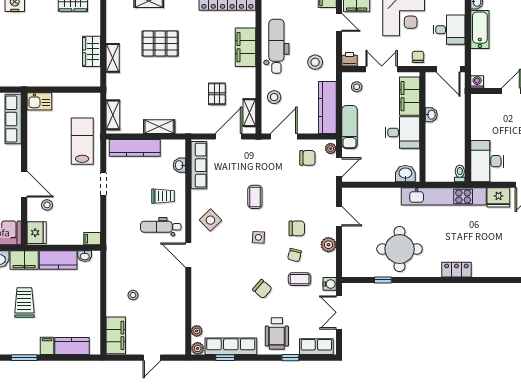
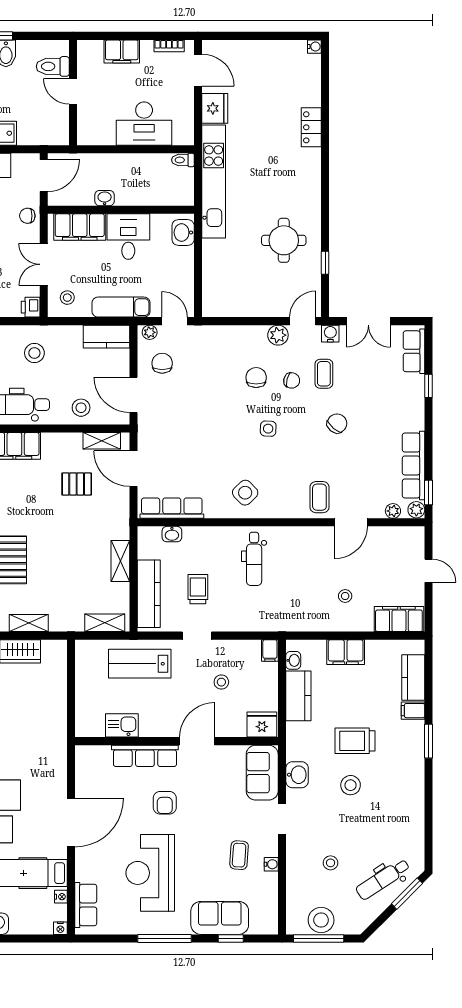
washing machine: (477, 82) -> (61, 137), removed
kitchen sink: (39, 101) -> (122, 725), moved, turned -90
kitchen counter: (327, 107) -> (106, 337), width x0.67
row of seats: (13, 119) -> (145, 756), moved
desk: (487, 161) -> (144, 124), moved
trolley: (163, 196) -> (198, 589), moved
coffee table: (255, 197) -> (319, 497), moved, turned 90
stool: (47, 205) -> (221, 682), moved
door: (339, 216) -> (303, 321), moved
round table: (400, 249) -> (284, 240), width x0.73, depth x0.73
door: (188, 255) -> (351, 522), moved
filing cabinet: (24, 260) -> (346, 652), moved, turned 90
locker: (456, 270) -> (311, 127), moved
wheelchair: (277, 333) -> (396, 404), removed
window: (225, 358) -> (429, 493), moved

